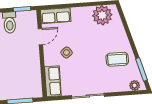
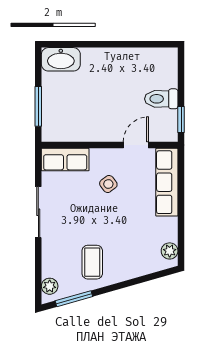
plant: (102, 15) -> (170, 251), width x0.53, depth x0.53
row of seats: (56, 16) -> (167, 182), width x1.48
door: (40, 37) -> (136, 145), swing flipped

